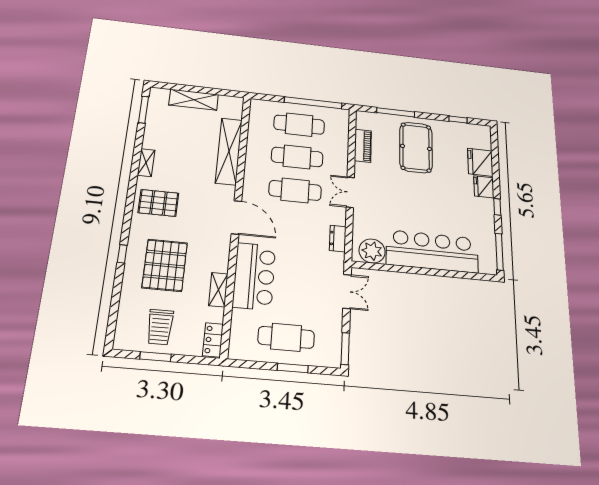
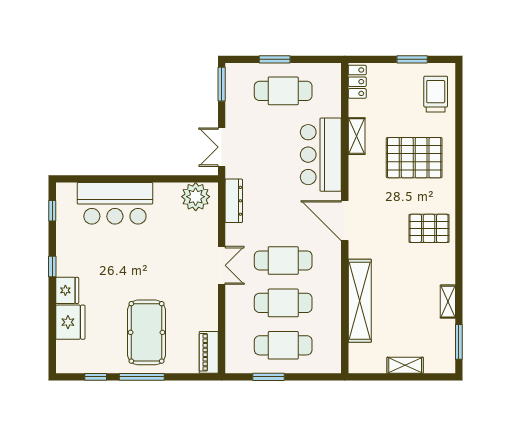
shelving: (194, 100) -> (405, 365), width x0.67, depth x0.75
window: (313, 103) -> (268, 377), width x0.47
window: (396, 112) -> (142, 377), moved
piano: (363, 146) -> (209, 352), moved
shelving: (146, 163) -> (448, 302), moved
dresser: (338, 239) -> (234, 201), width x1.44
bar counter: (432, 251) -> (115, 203), width x0.73
window: (499, 252) -> (52, 211), width x0.46
window: (122, 254) -> (459, 166), removed
pallet: (165, 265) -> (414, 158), turned 90
trolley: (160, 327) -> (436, 94), moved

